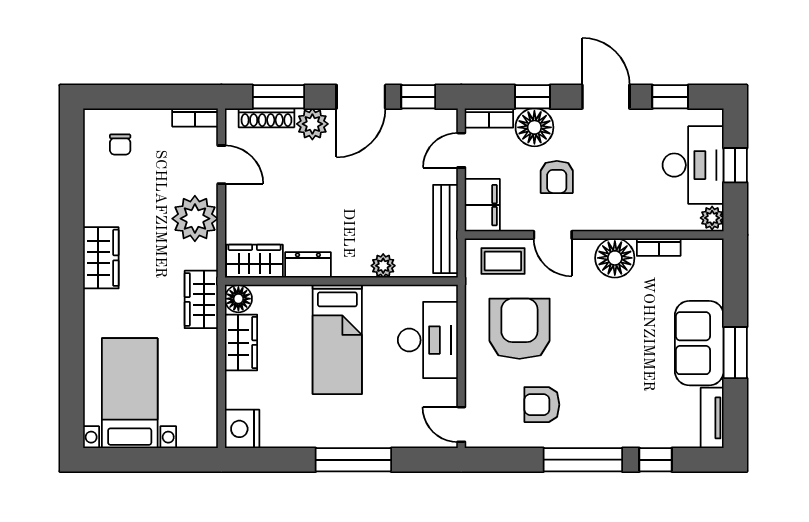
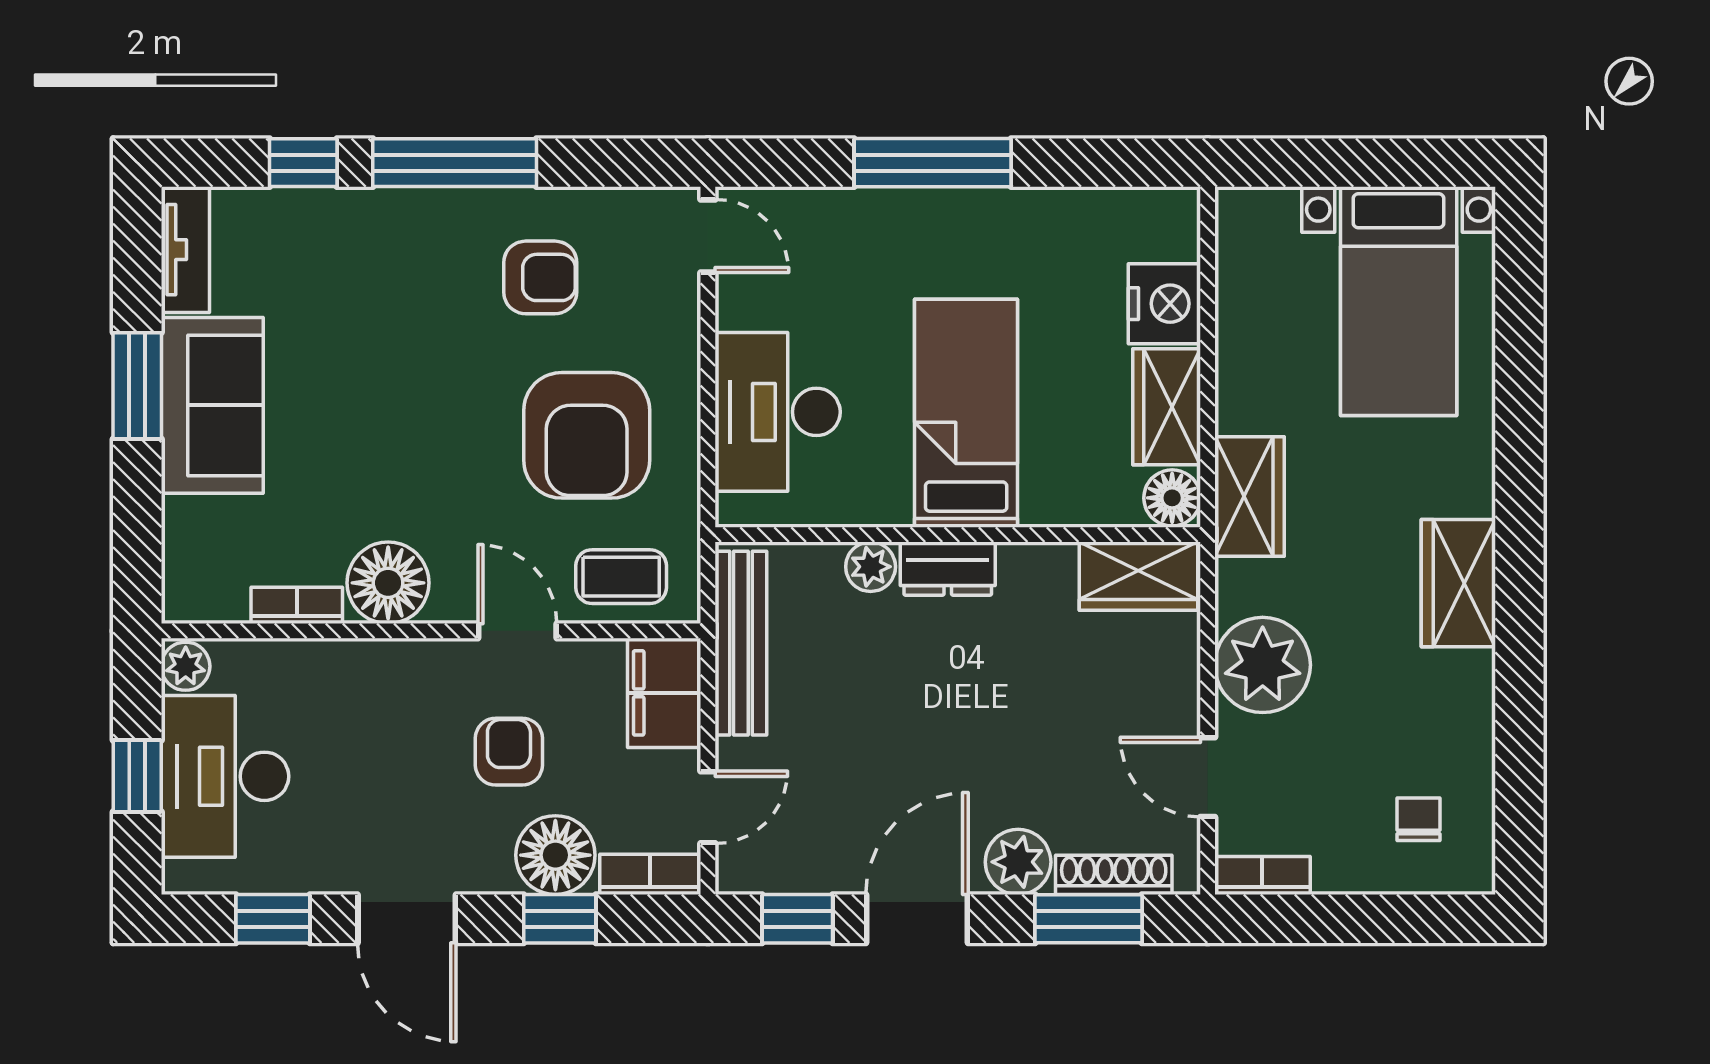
dresser: (308, 265) -> (948, 569), moved
nightstand: (242, 429) -> (1164, 304), moved

